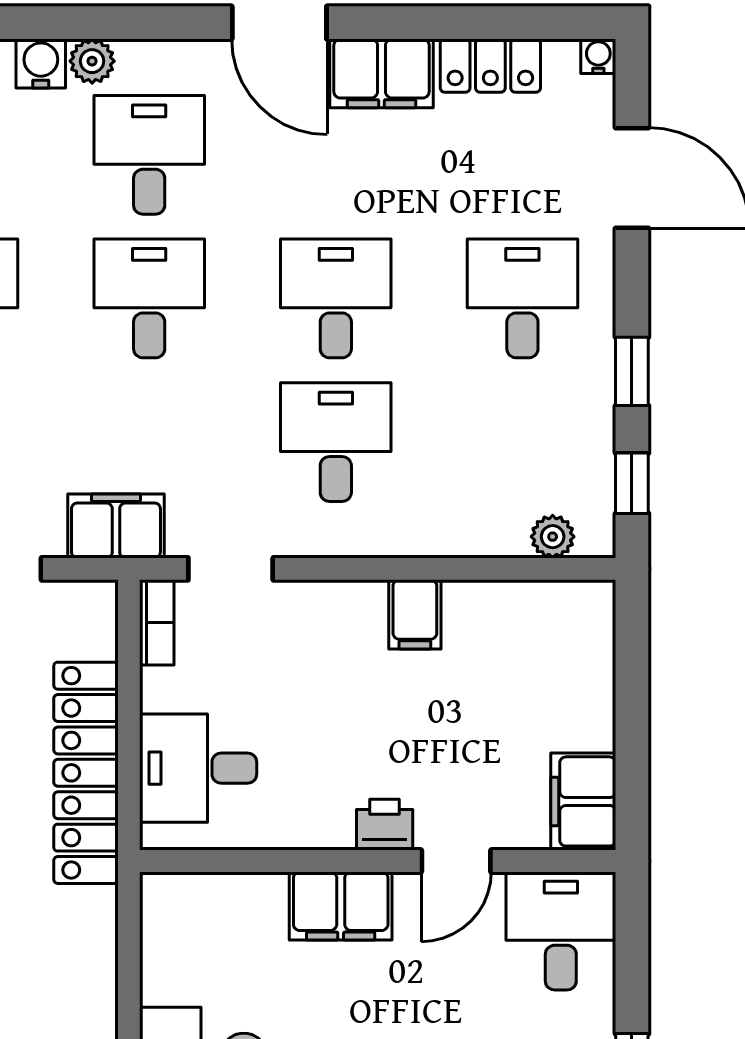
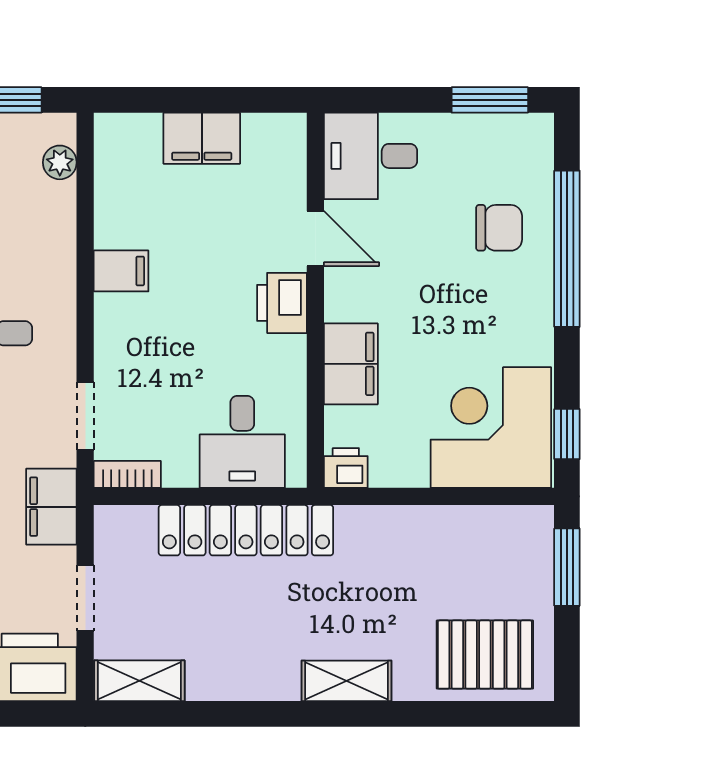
filing cabinet: (583, 801) -> (202, 138), moved
printer: (385, 825) -> (282, 303), width x1.36, depth x1.24
printer: (165, 900) -> (346, 468), added
filing cabinet: (341, 906) -> (351, 364), moved

